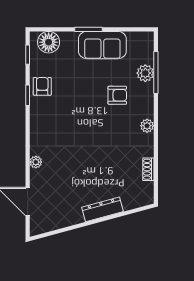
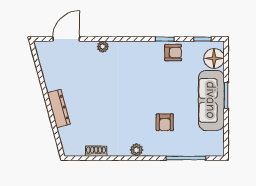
sofa: (102, 45) -> (211, 100), width x1.36
plant: (145, 73) -> (185, 148), removed

